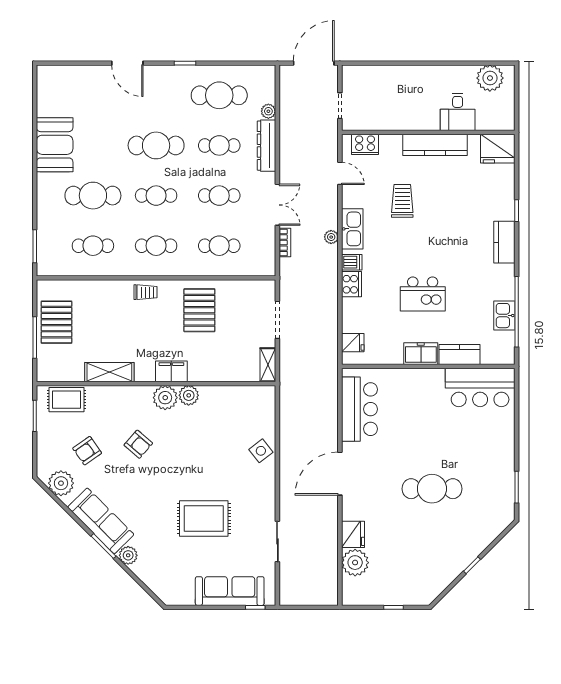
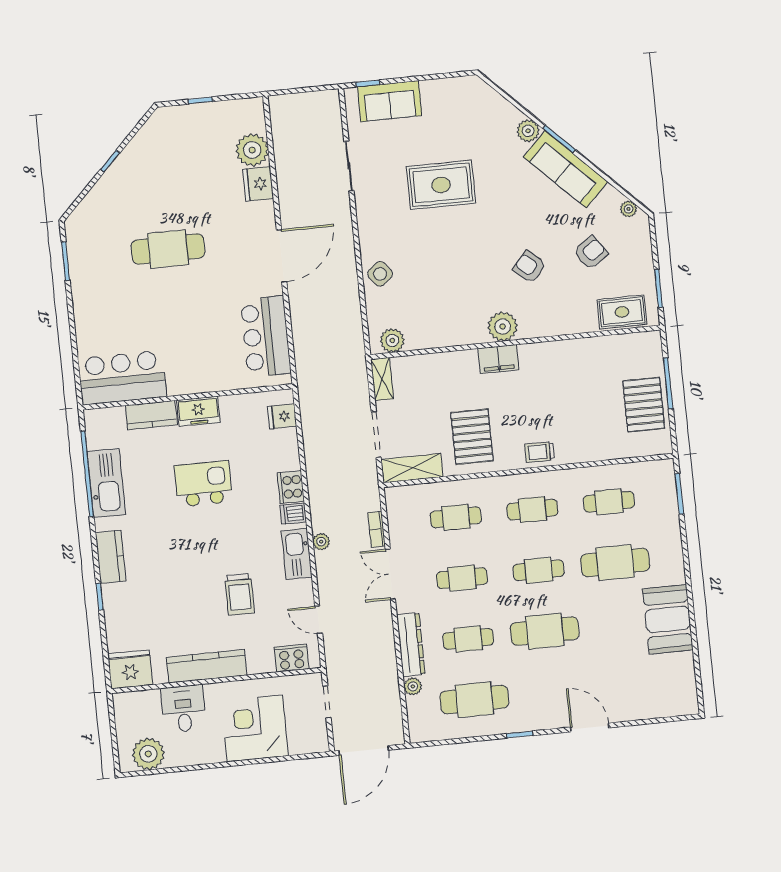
corner desk: (401, 90) -> (255, 728), added
kitchen sink: (504, 316) -> (106, 483), width x1.87, depth x1.24
shelving: (109, 372) -> (412, 468), moved
plant: (189, 395) -> (392, 341), moved
plant: (61, 483) -> (628, 209), width x0.53, depth x0.53
sofa: (230, 591) -> (390, 101), width x0.73

